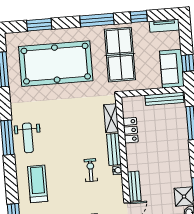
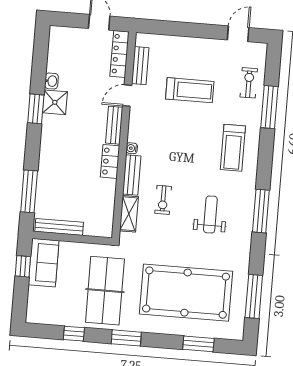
window: (97, 20) -> (126, 338), width x0.69
tv unit: (164, 26) -> (44, 317), removed
locker: (131, 130) -> (110, 161), moved
weight bench: (28, 138) -> (210, 214), moved
exercise bike: (91, 170) -> (163, 200), moved

